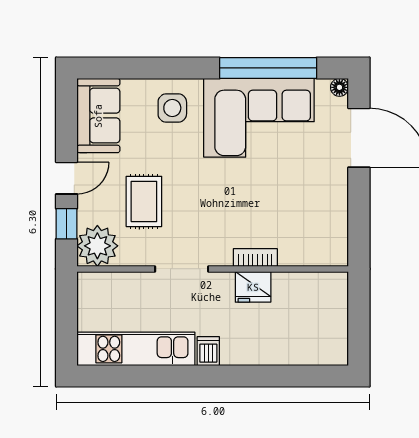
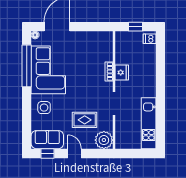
window: (66, 224) -> (48, 153), moved
window: (359, 319) -> (136, 27), added
dishwasher: (208, 351) -> (150, 39), moved

